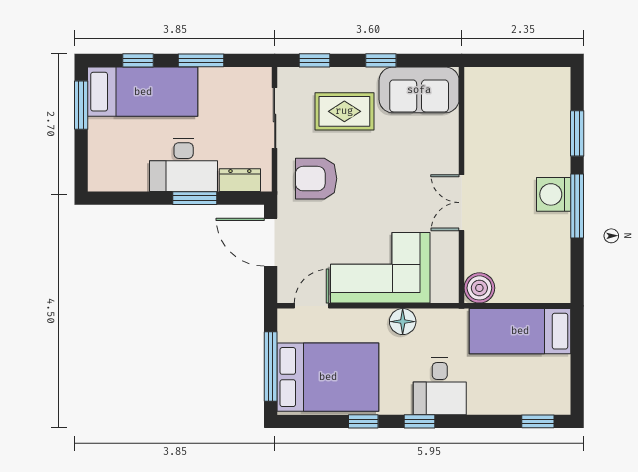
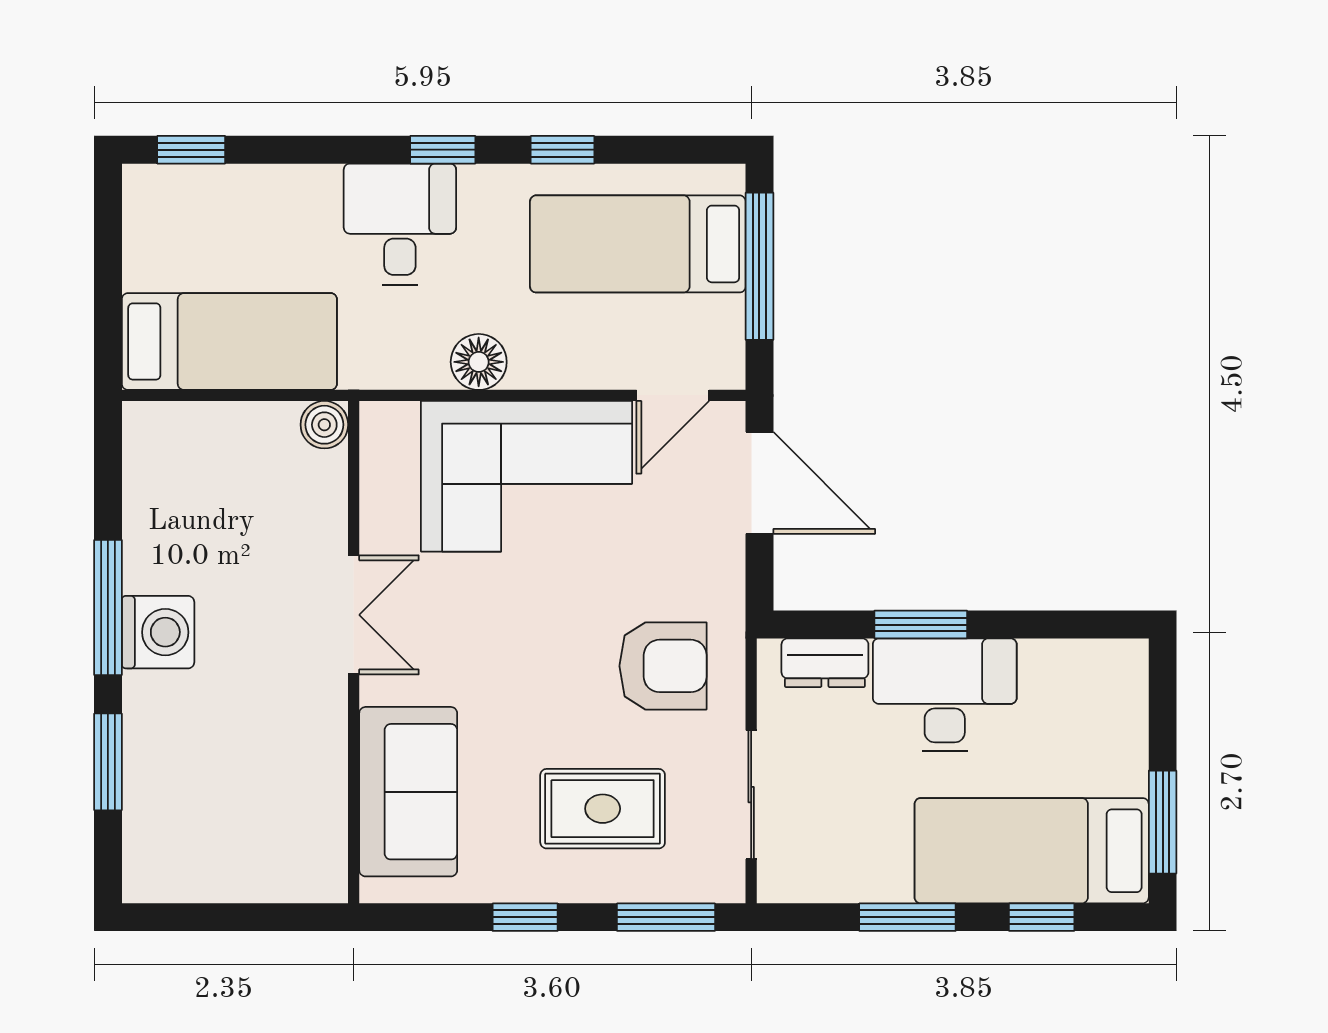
window: (315, 60) -> (666, 917), width x1.50
sofa: (419, 90) -> (408, 792), moved, turned 90
door: (271, 242) -> (759, 483), moved
boiler: (479, 288) -> (324, 425), width x0.73, depth x0.73
bed: (328, 377) -> (638, 244), width x0.67

